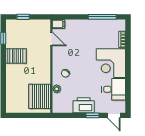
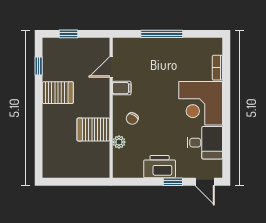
window: (102, 17) -> (162, 34), moved
filing cabinet: (59, 24) -> (122, 88), moved
door: (51, 39) -> (111, 67), swing flipped
server rack: (40, 96) -> (93, 130), moved, width x0.62

